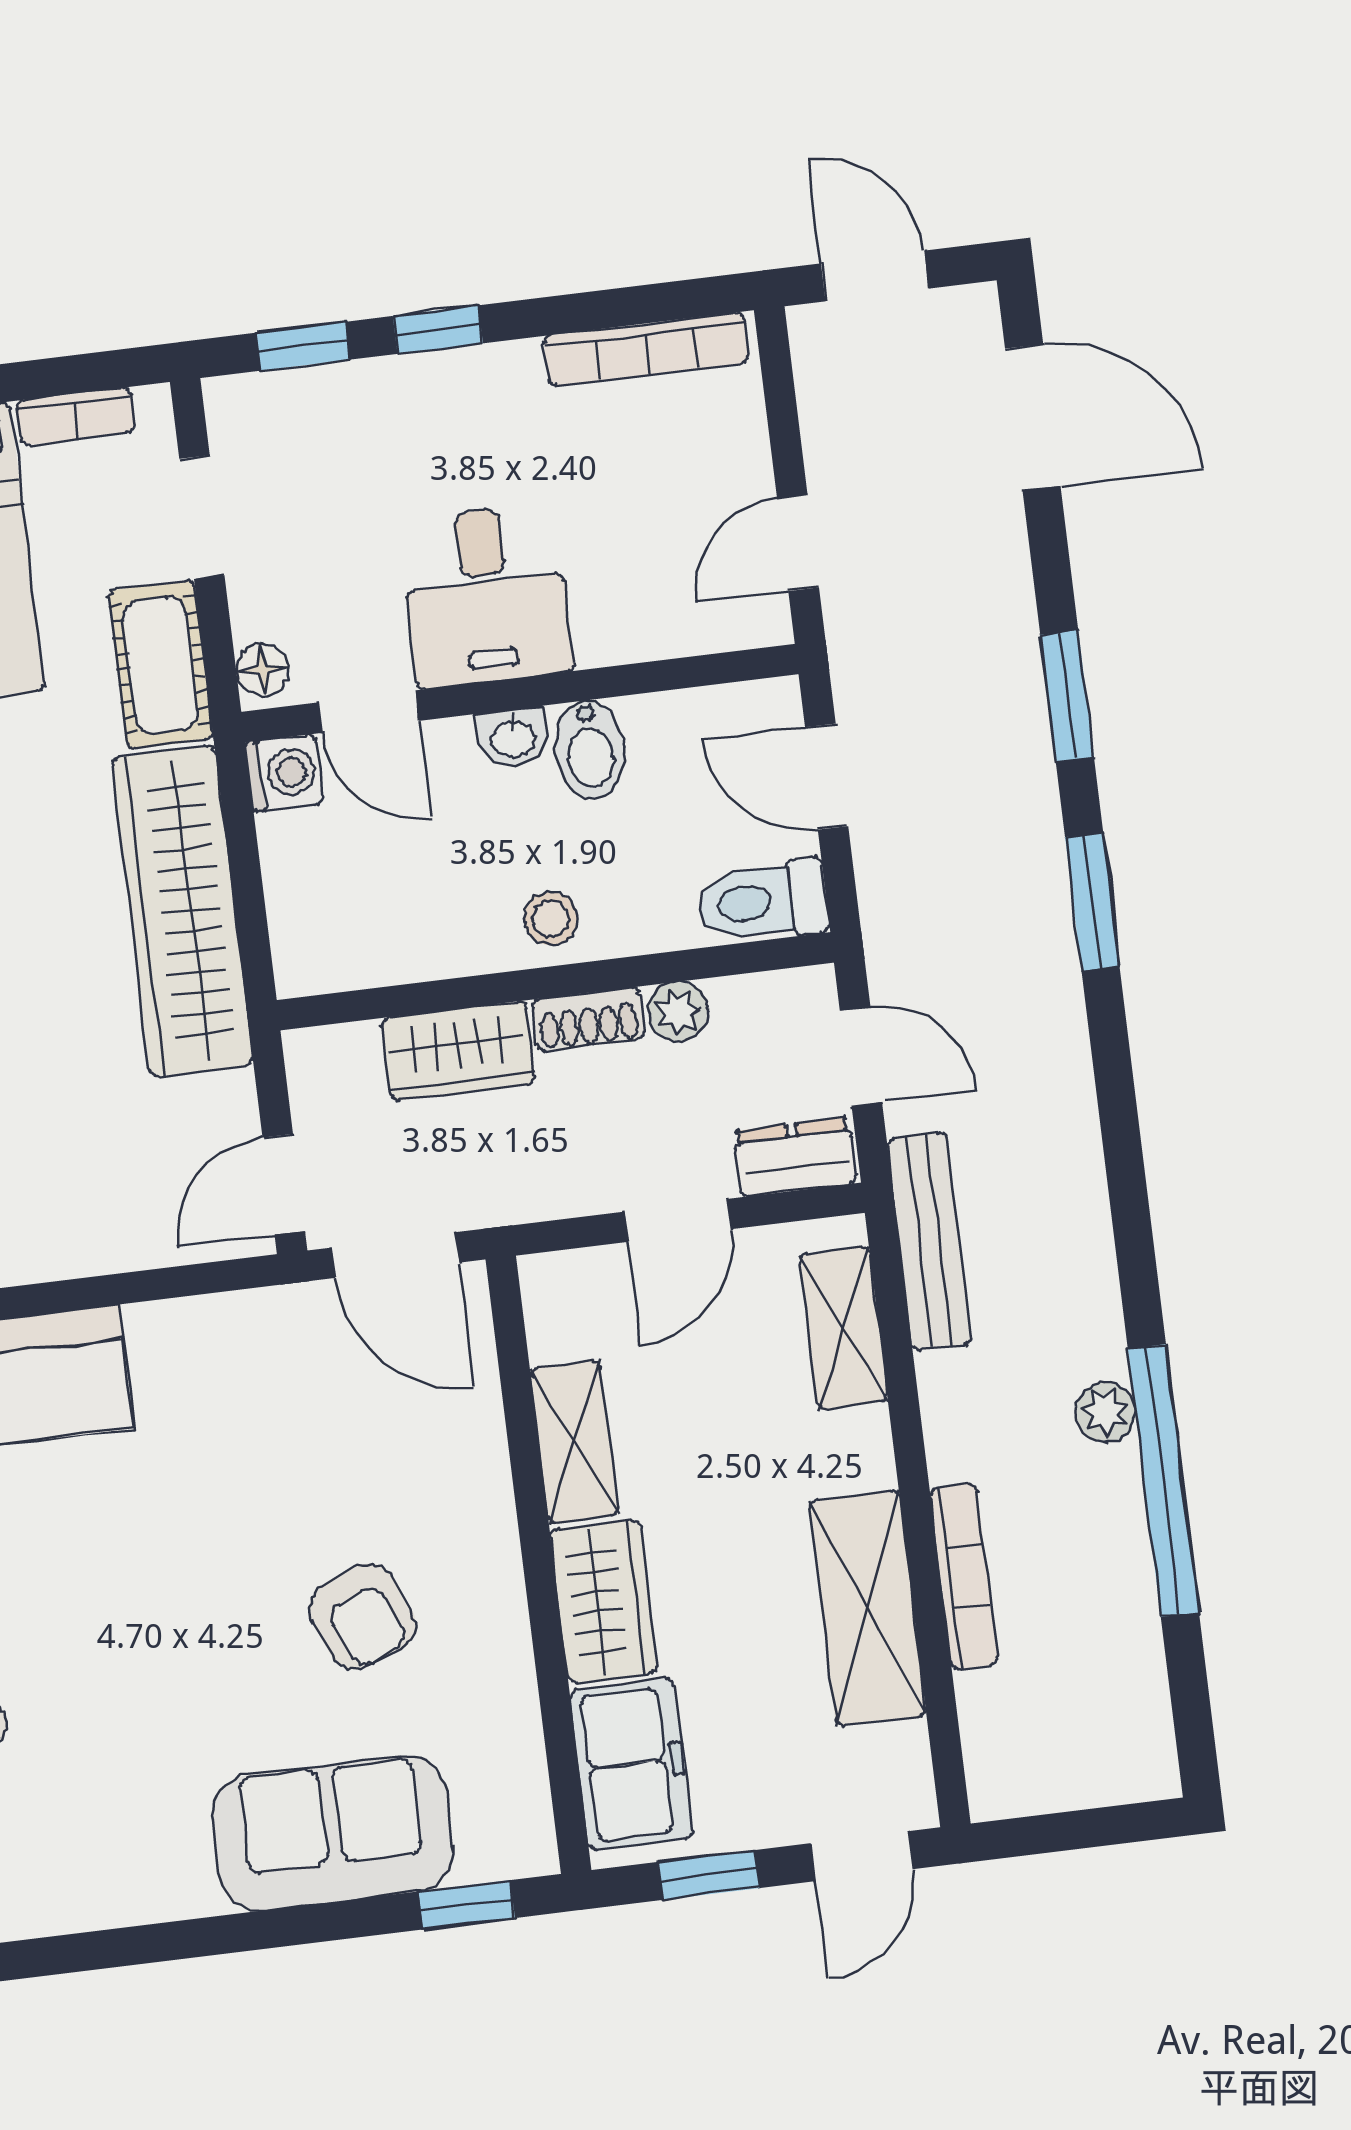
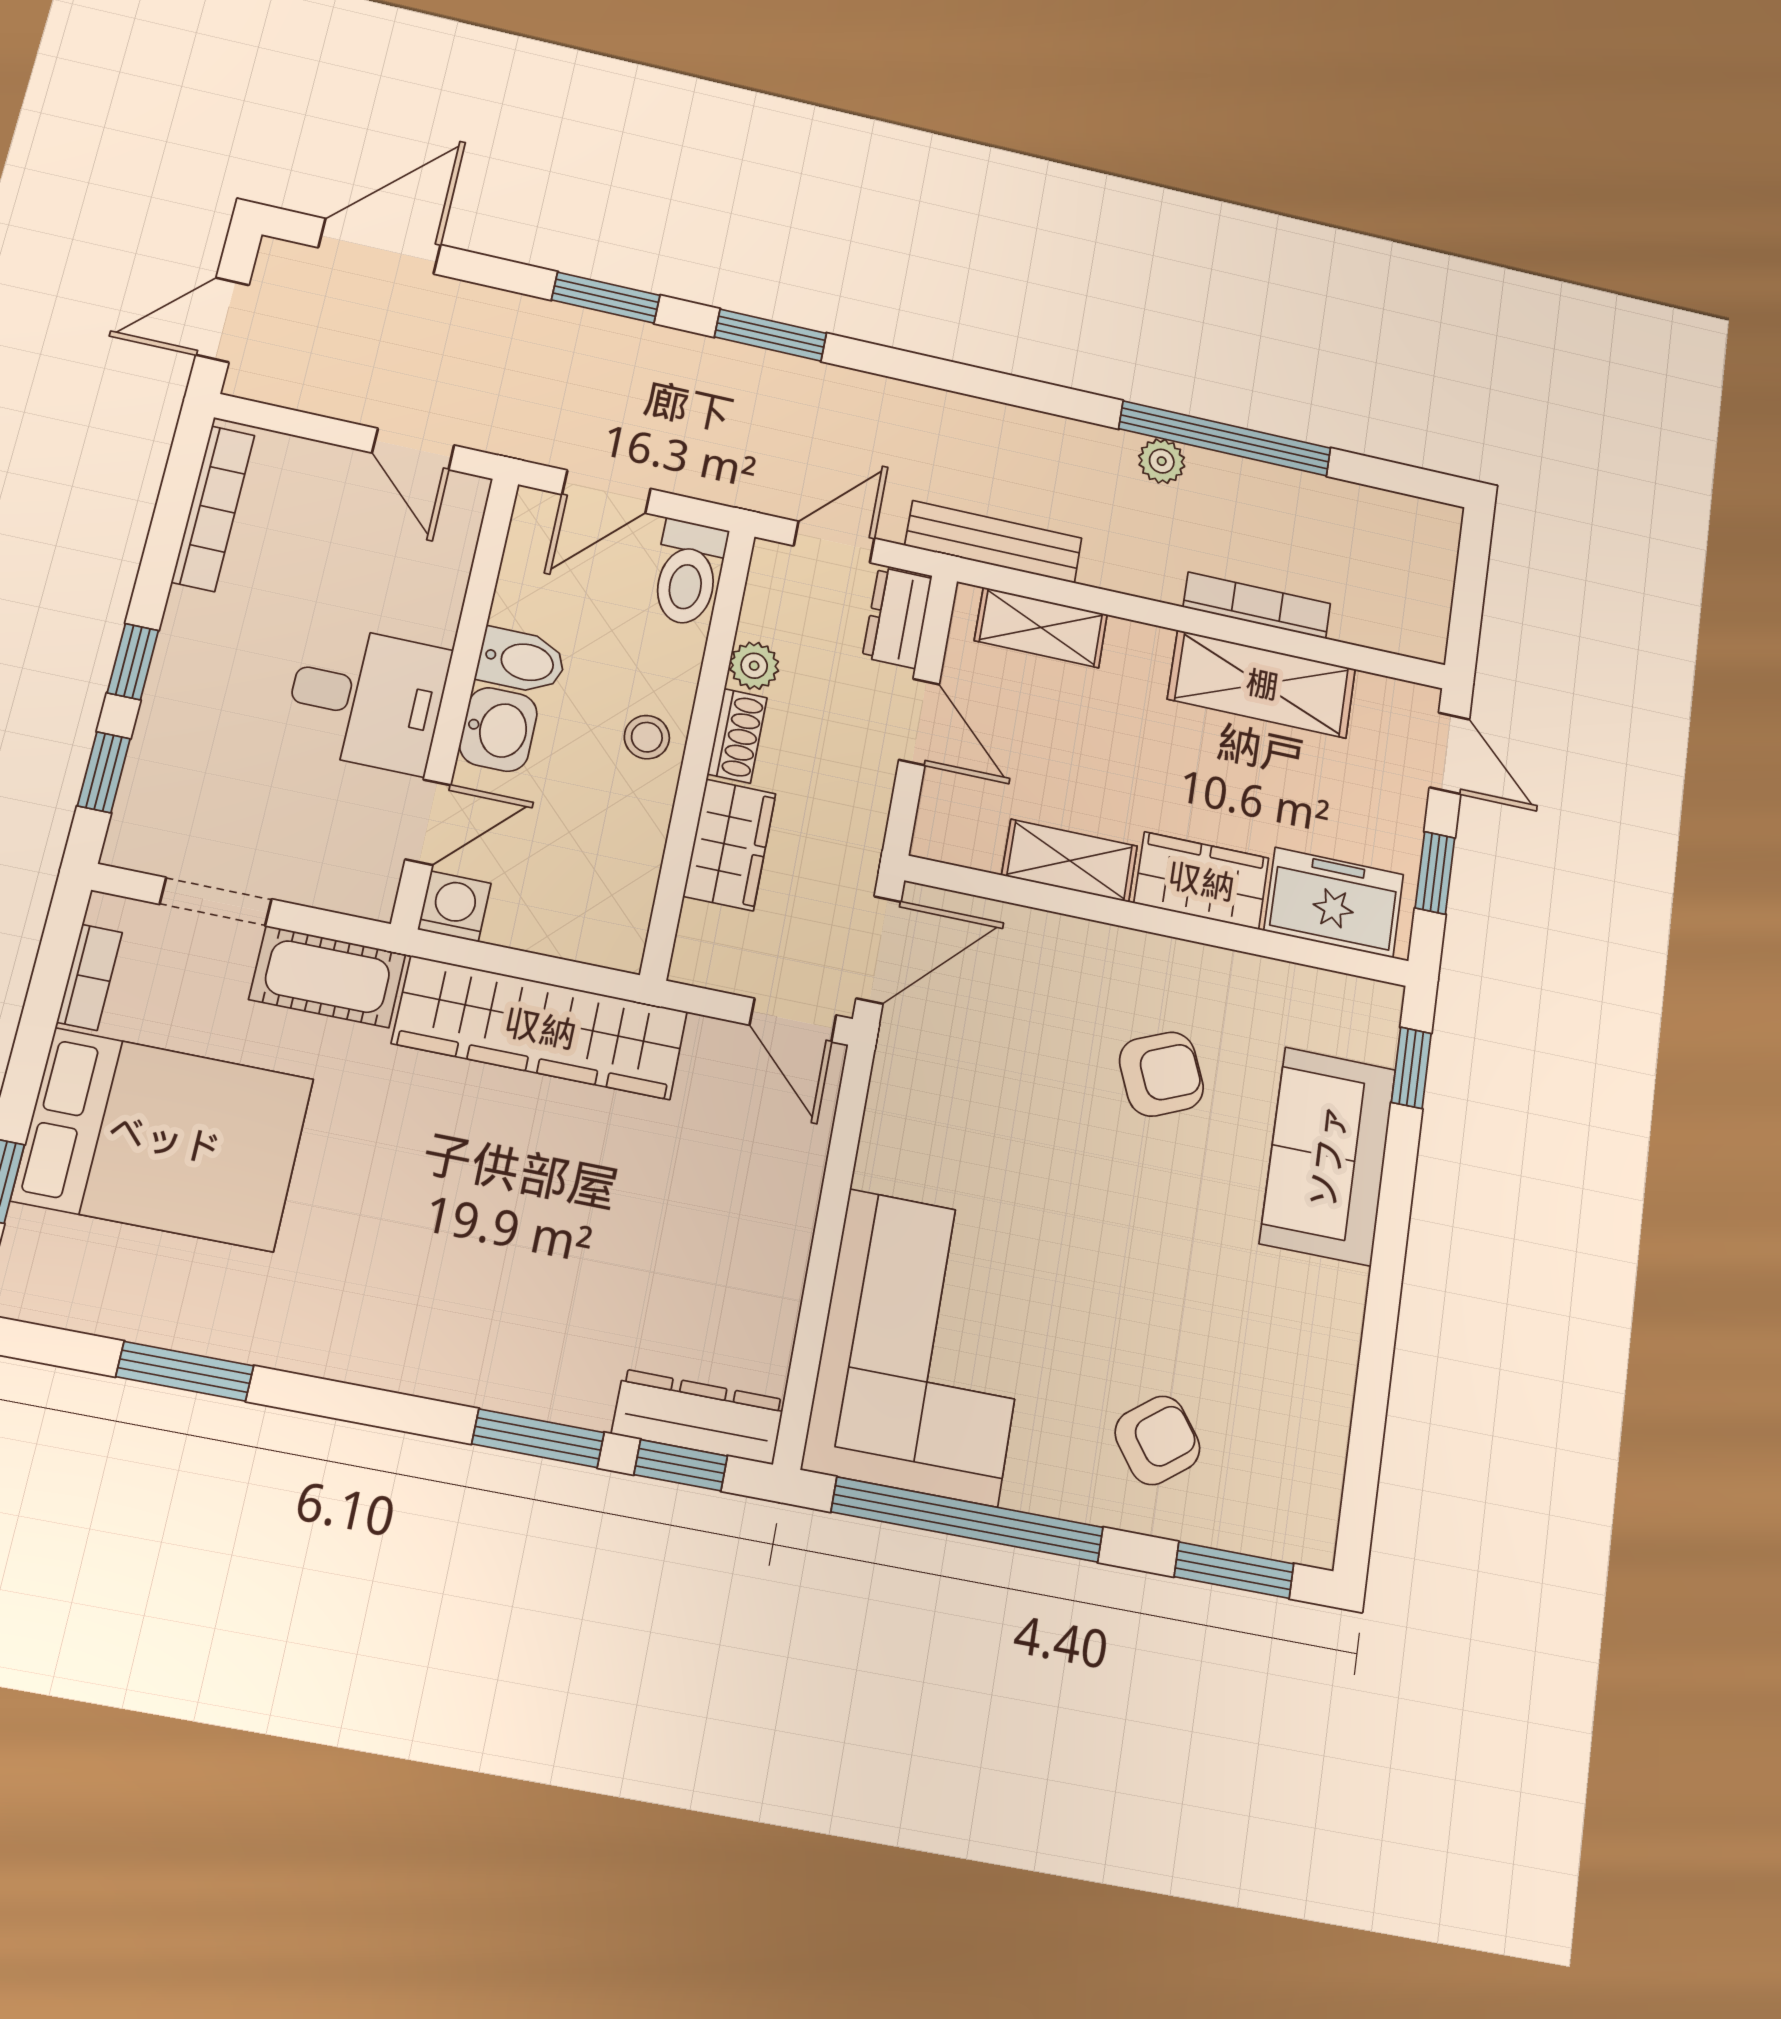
floor lamp: (262, 670) -> (362, 895), removed
washbasin: (513, 737) -> (498, 729), width x1.38, depth x1.45

